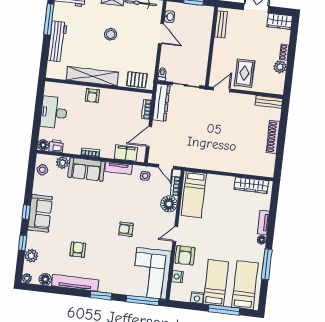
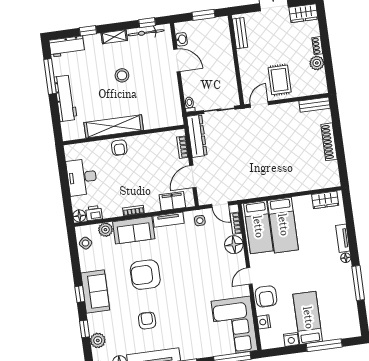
pallet: (137, 80) -> (164, 118), removed
wardrobe: (251, 185) -> (325, 200), width x0.67
armchair: (126, 229) -> (145, 275), moved, width x1.88, depth x1.88
bed: (245, 285) -> (283, 225), moved, turned 180

